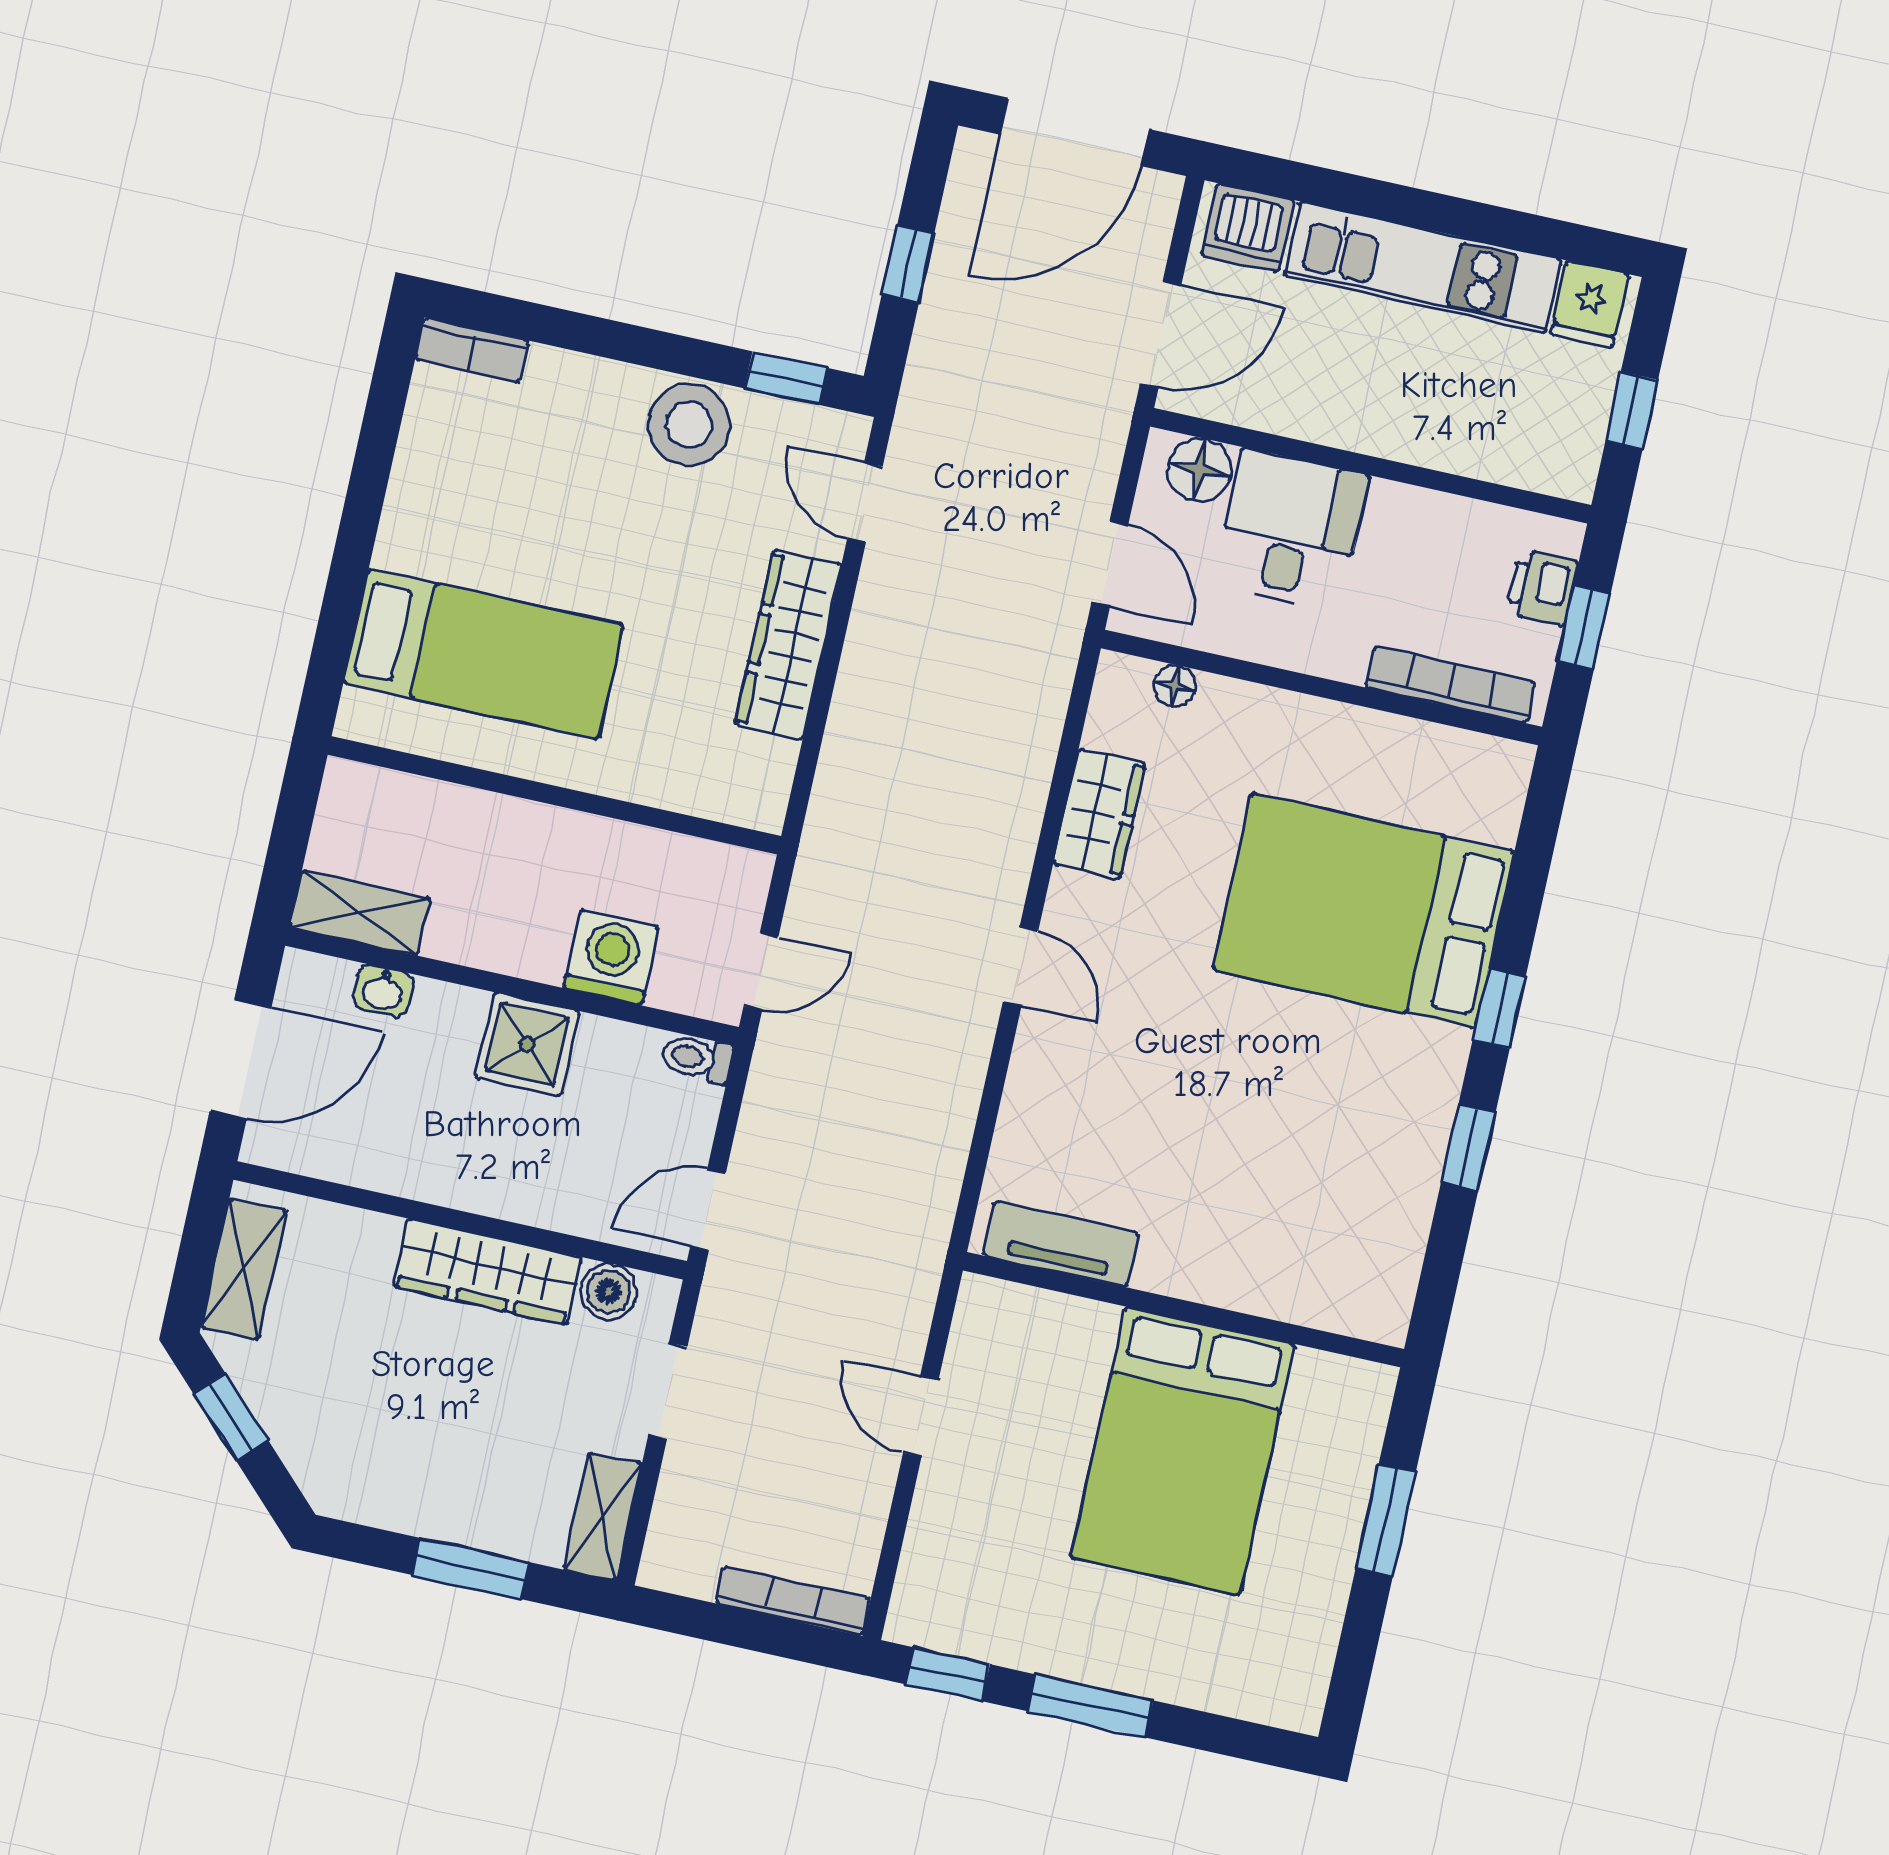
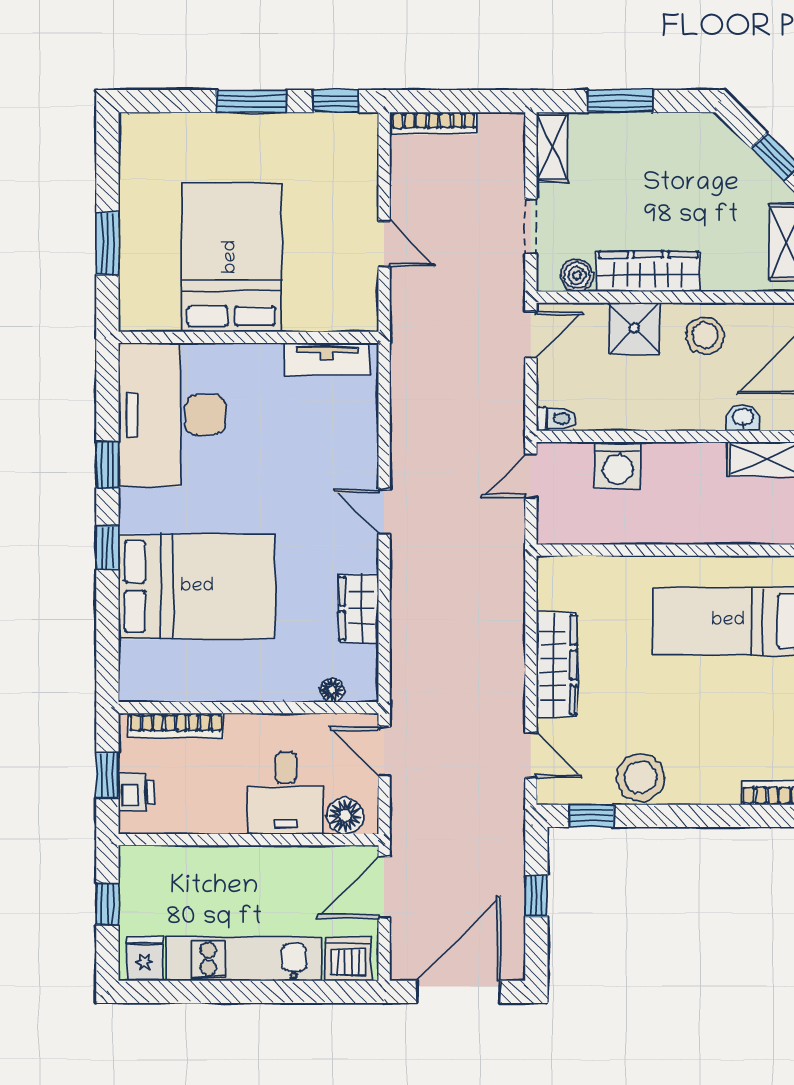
shower: (527, 1044) -> (634, 328), moved
stool: (416, 1143) -> (705, 335), added
desk: (1341, 1208) -> (172, 415), added

